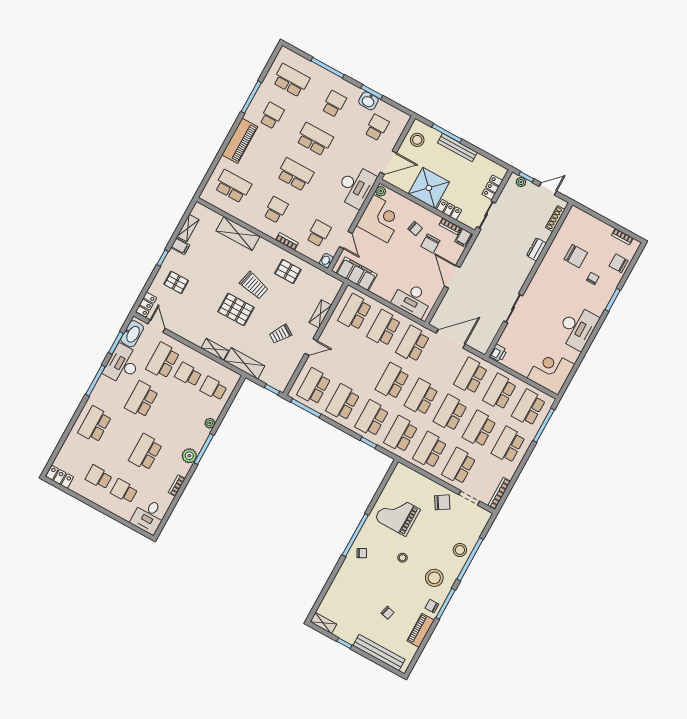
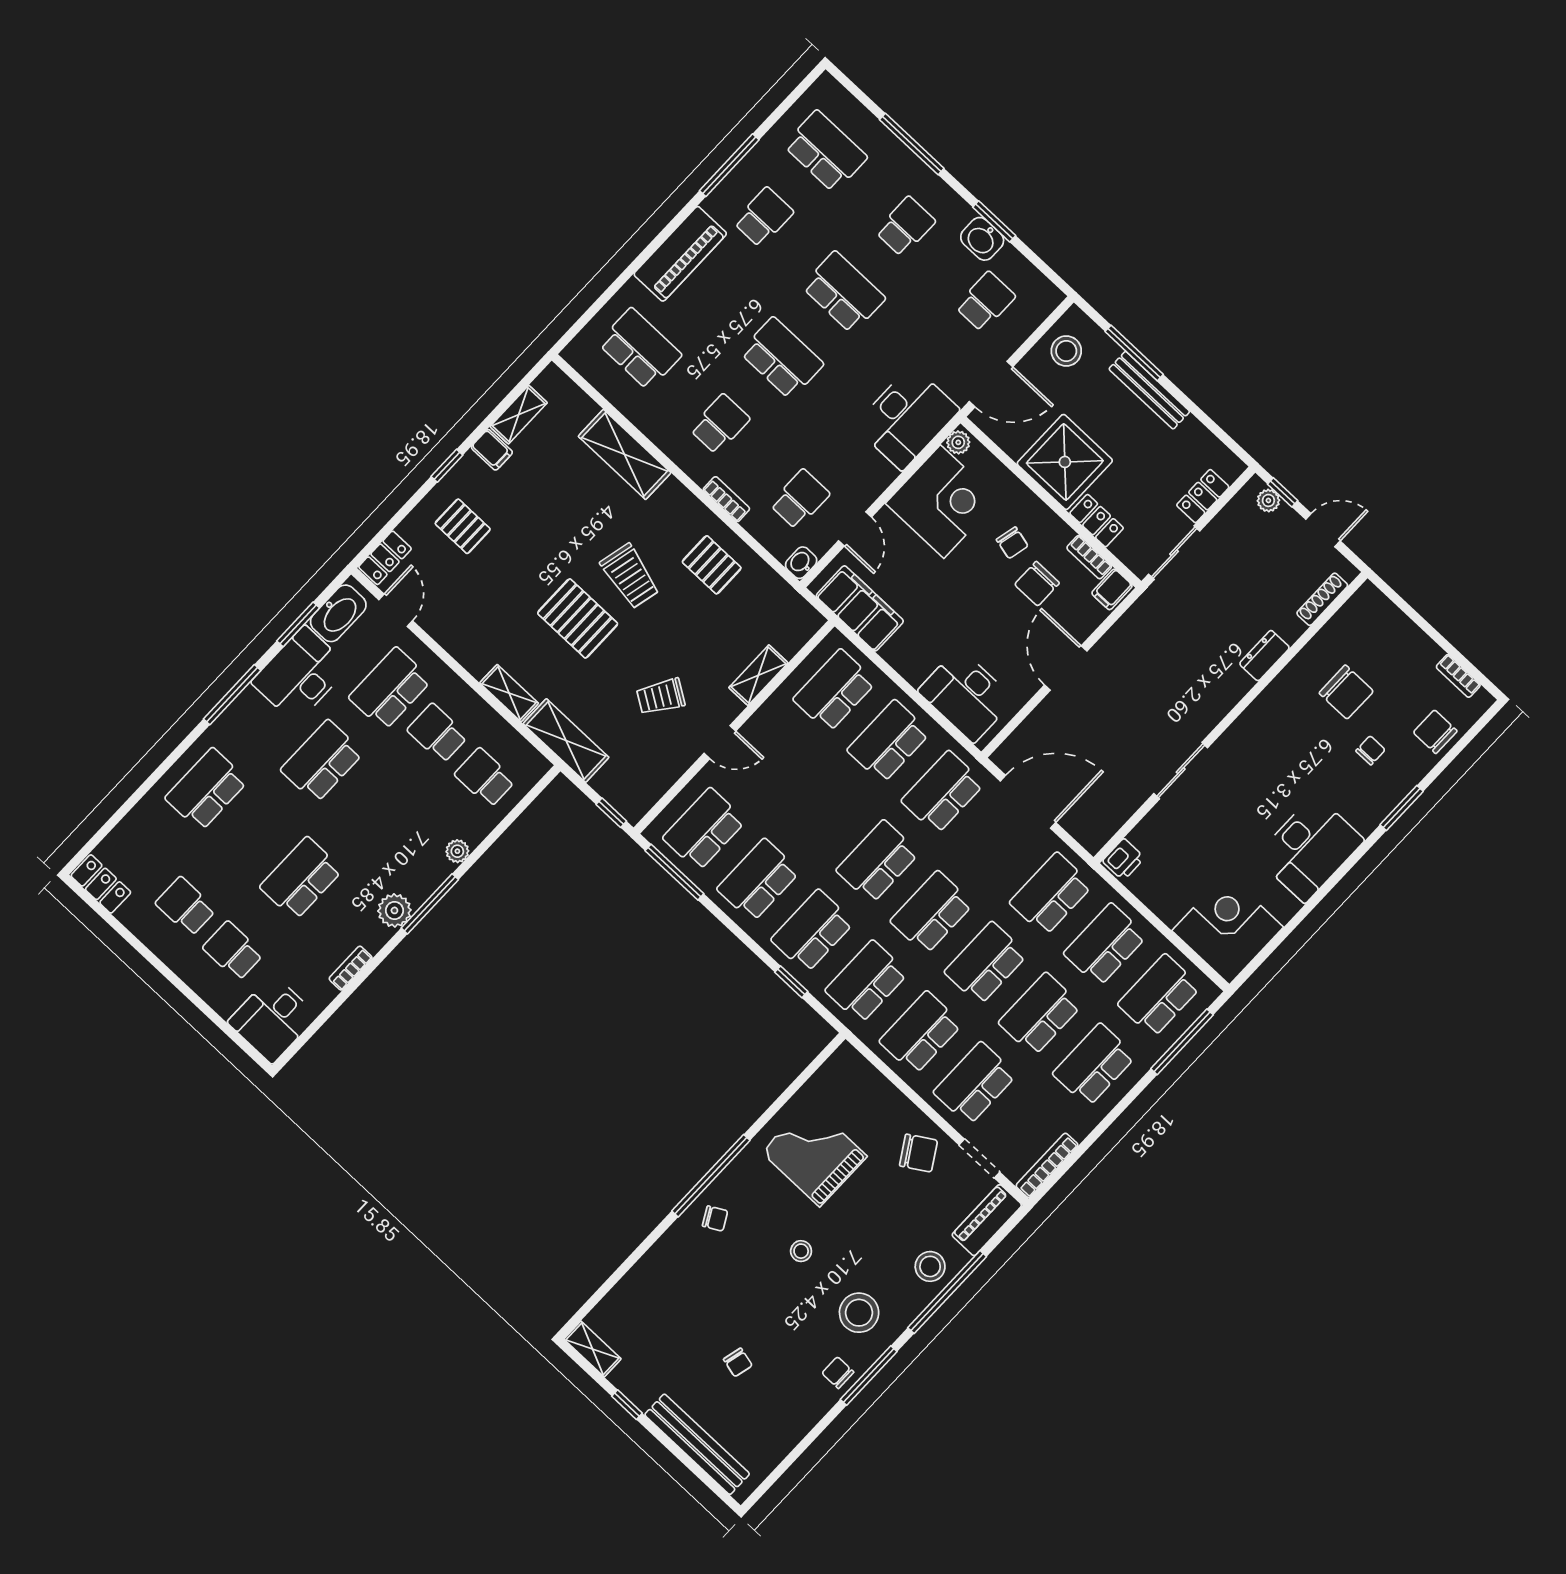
piano: (421, 630) -> (987, 1220), moved

